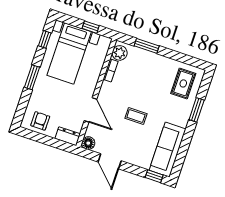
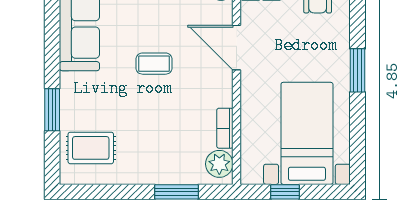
window: (45, 39) -> (357, 144), removed
rug: (183, 83) -> (91, 148), turned 90

